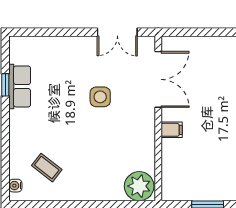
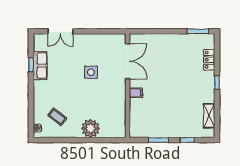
double door: (117, 32) -> (60, 31), moved
plant: (139, 186) -> (91, 128), moved

